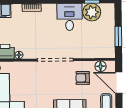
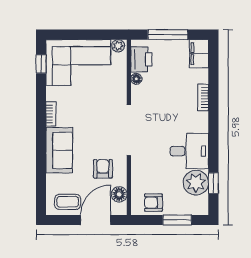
window: (118, 36) -> (177, 220), moved
armchair: (106, 42) -> (153, 203), added

